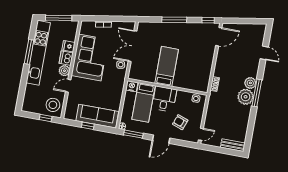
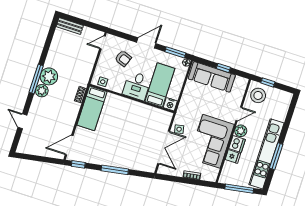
bed: (167, 66) -> (92, 108), moved

